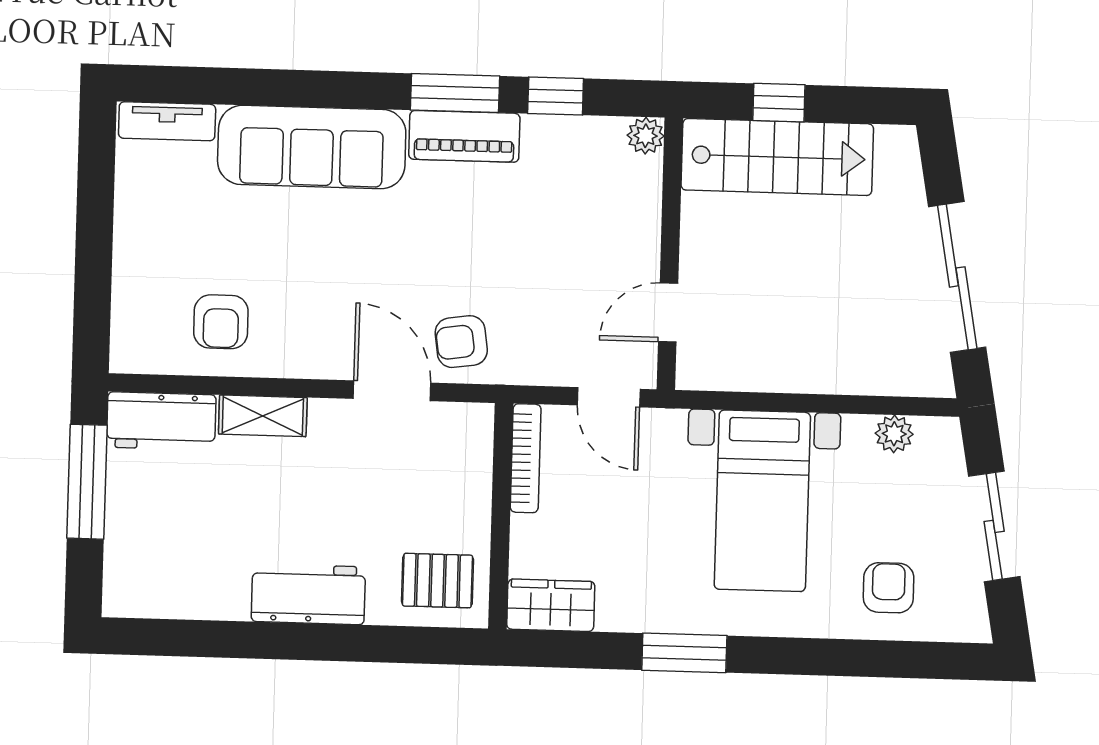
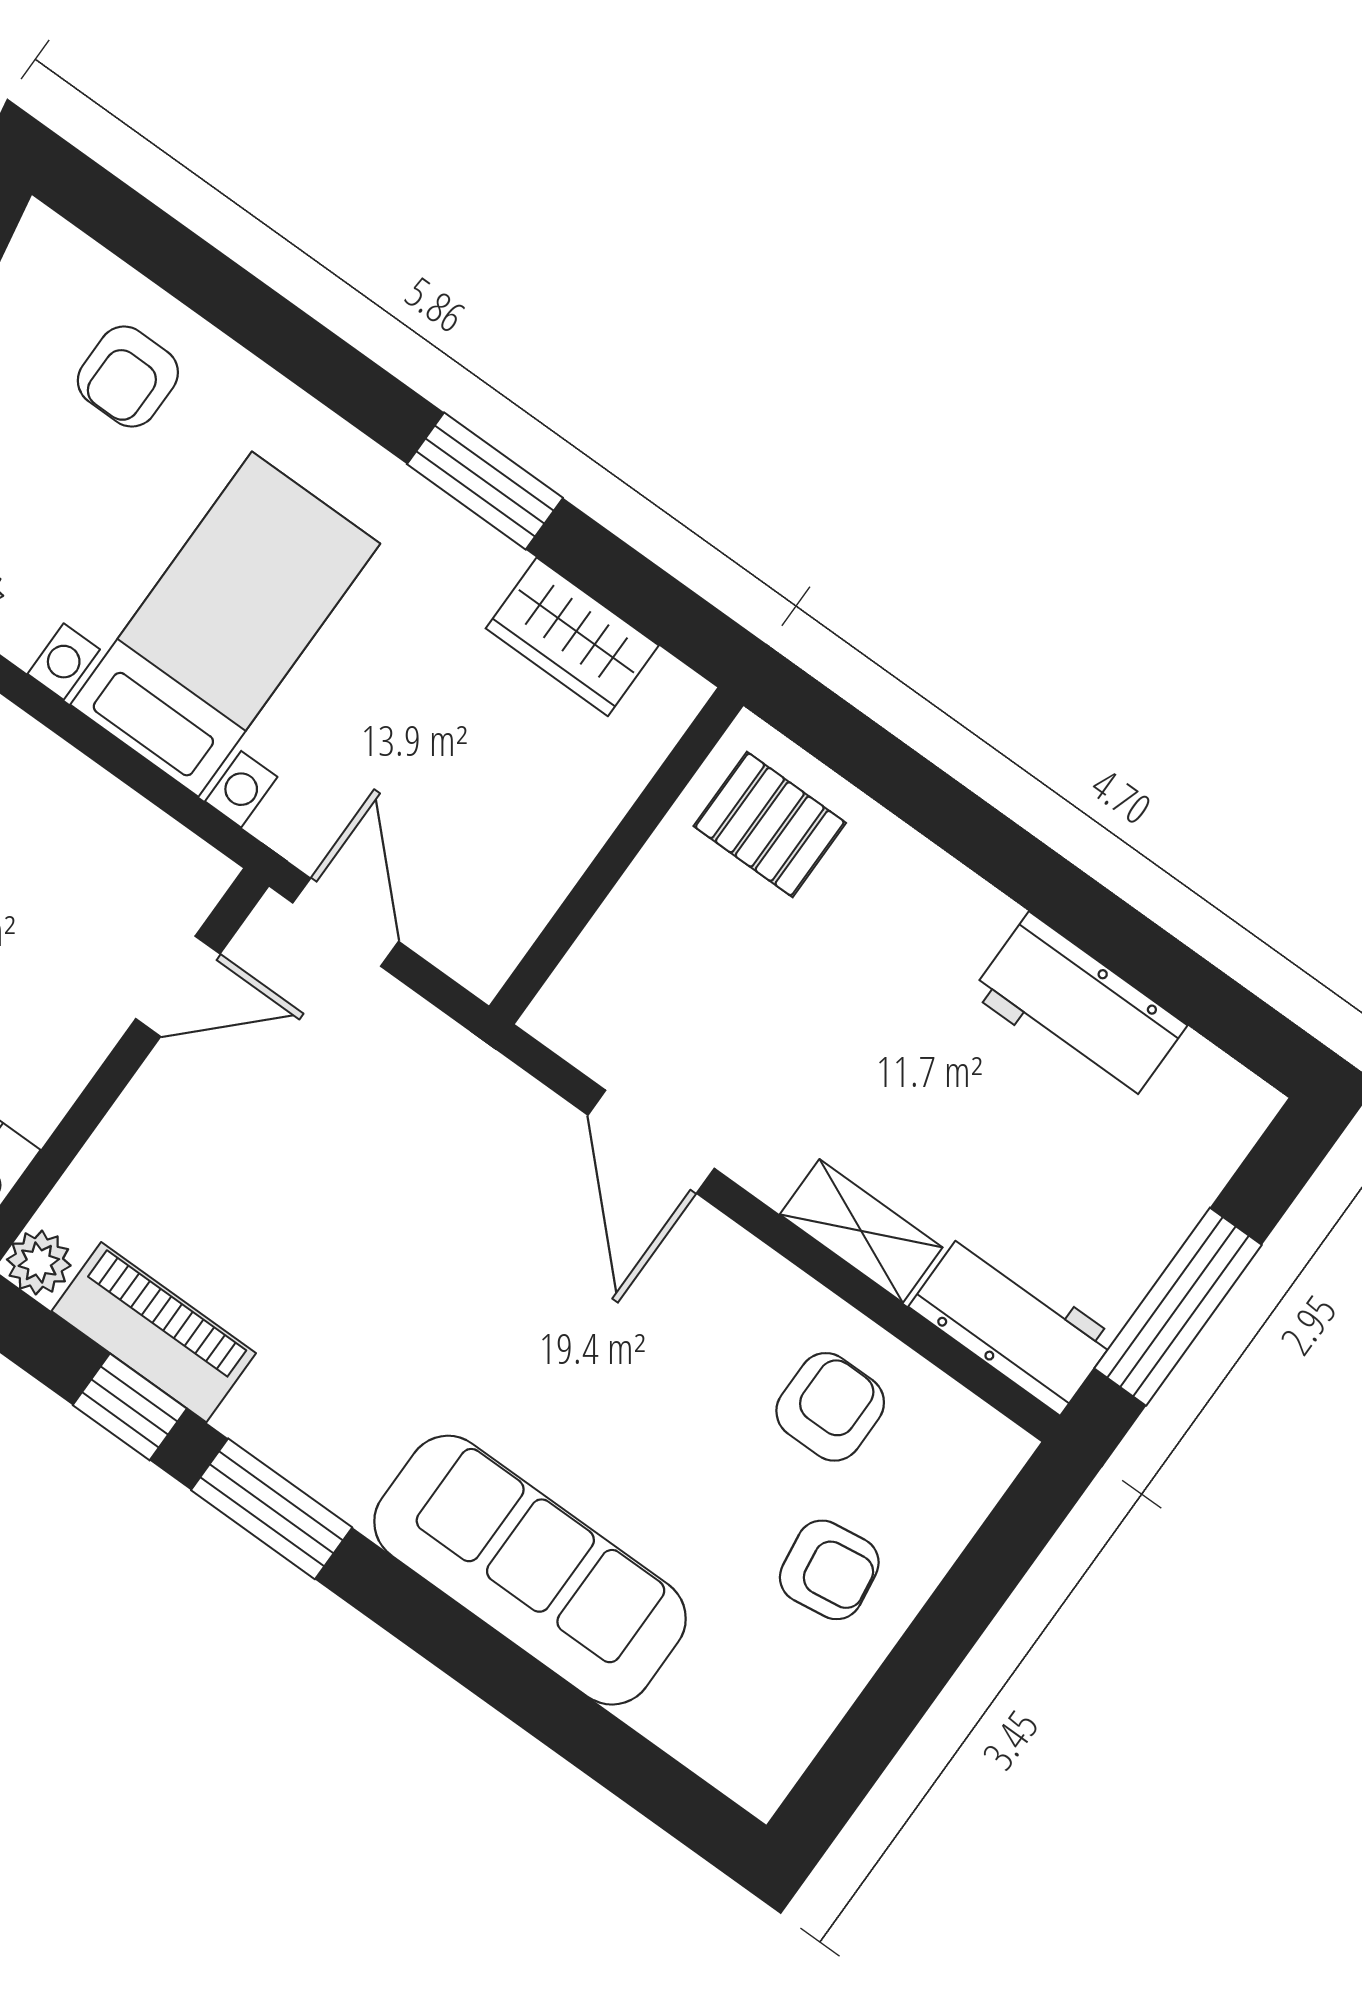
tv unit: (167, 121) -> (713, 1747), removed
piano: (464, 136) -> (154, 1332), moved
armchair: (461, 342) -> (829, 1570), moved
bookcase: (526, 458) -> (524, 915), removed
workbench: (308, 594) -> (1079, 1009), moved
wardrobe: (551, 605) -> (572, 637), moved

